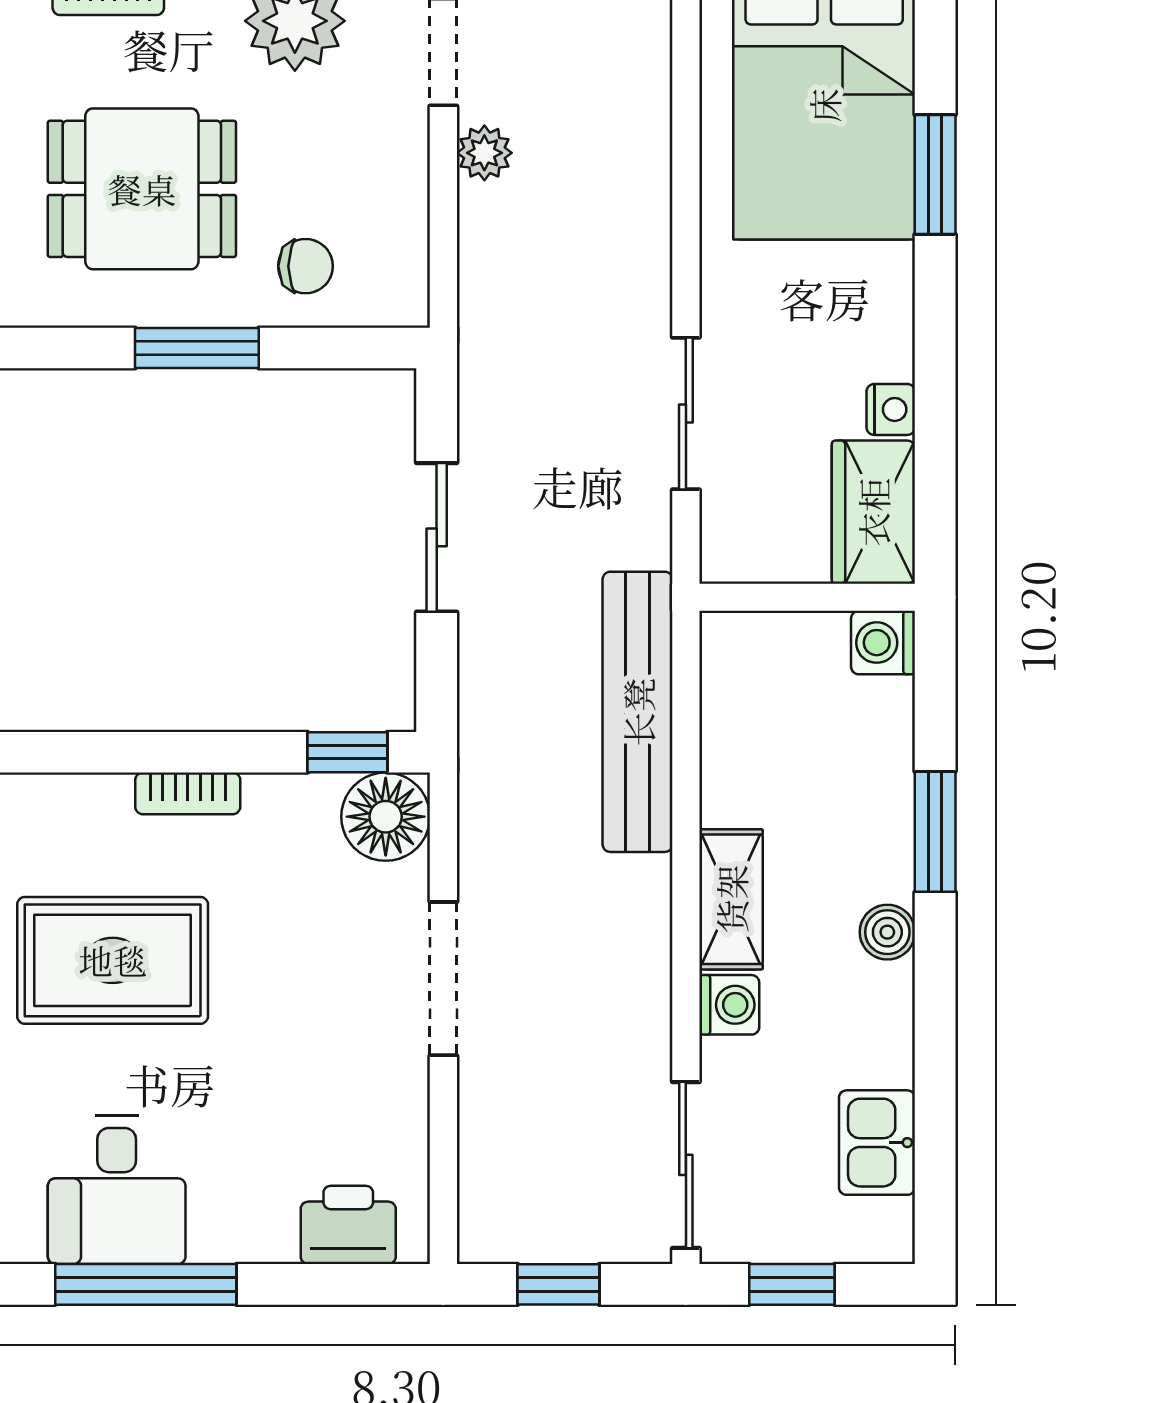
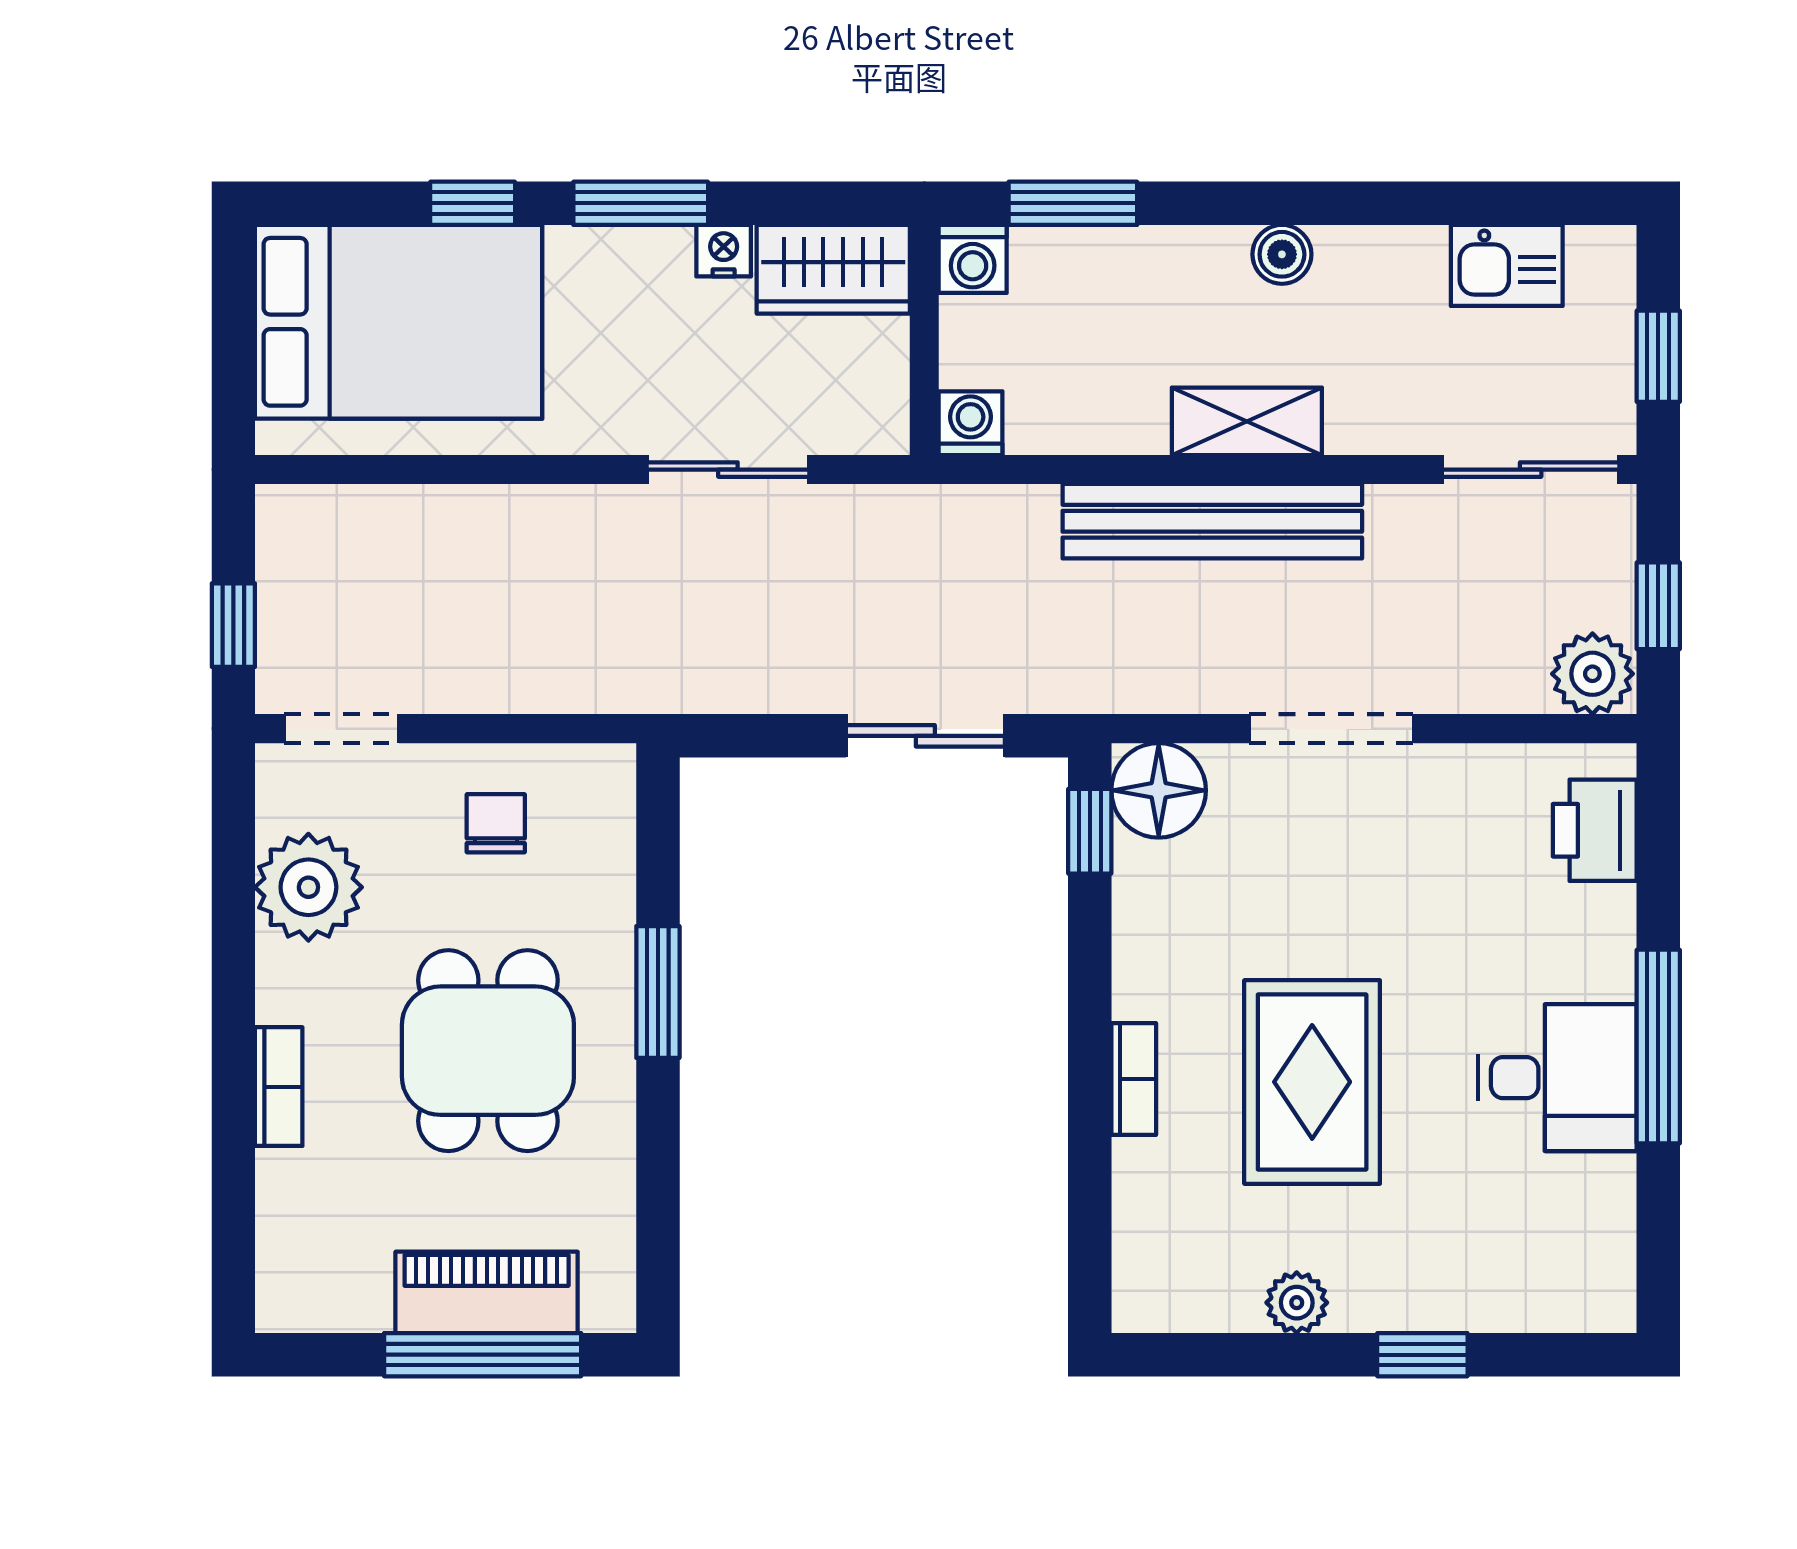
plant: (484, 153) -> (1592, 674), moved, width x1.38, depth x1.38
window: (935, 175) -> (473, 203), width x0.67
chair: (305, 266) -> (496, 823), moved
window: (935, 332) -> (641, 203), added
sliding door: (437, 537) -> (925, 736), moved
bench: (638, 712) -> (1212, 521), moved
bookcase: (188, 793) -> (1134, 1079), moved
window: (935, 832) -> (1073, 203), moved
washing machine: (729, 1005) -> (971, 423), moved

